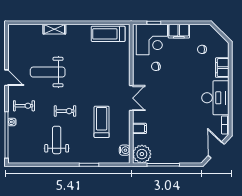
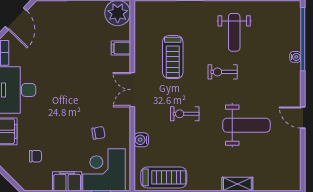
exercise bike: (24, 106) -> (185, 114), moved
water cooler: (125, 150) -> (141, 140), moved

